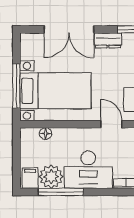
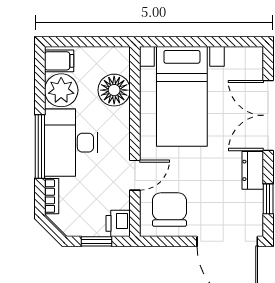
window: (16, 86) -> (189, 42), removed
floor lamp: (46, 134) -> (114, 90), width x1.89, depth x1.89
window: (61, 192) -> (40, 146), moved

